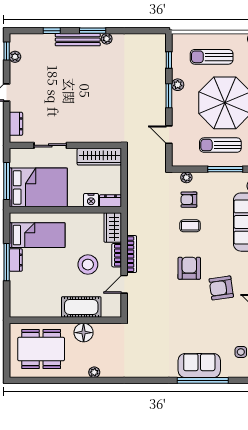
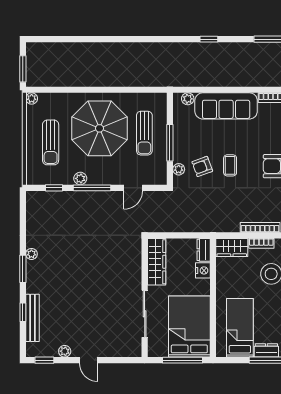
bench: (78, 40) -> (32, 318), moved
plant: (15, 57) -> (65, 351), moved
window: (169, 96) -> (92, 188), width x1.44
dresser: (16, 124) -> (122, 350), removed
sliding door: (50, 145) -> (145, 314), width x1.37
window: (225, 169) -> (170, 143), moved
armchair: (189, 200) -> (202, 166), turned 70

